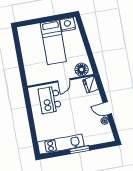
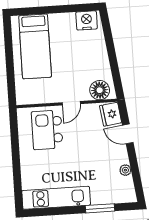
bed: (53, 42) -> (35, 46), moved
door: (107, 108) -> (128, 134), moved
window: (80, 150) -> (100, 208), moved

